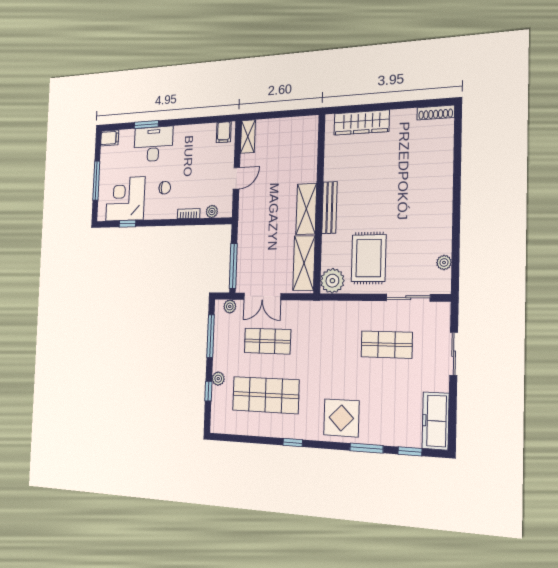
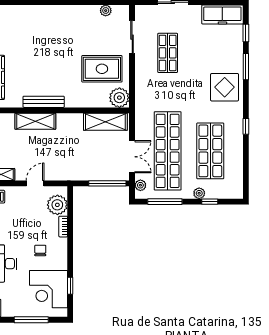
door: (236, 178) -> (35, 183), hinge flipped
bench: (329, 208) -> (44, 102), moved
shelving: (306, 209) -> (35, 121), moved
plant: (212, 212) -> (57, 205), width x1.88, depth x1.88
shop shelf: (267, 341) -> (168, 151), width x2.00, depth x1.36

